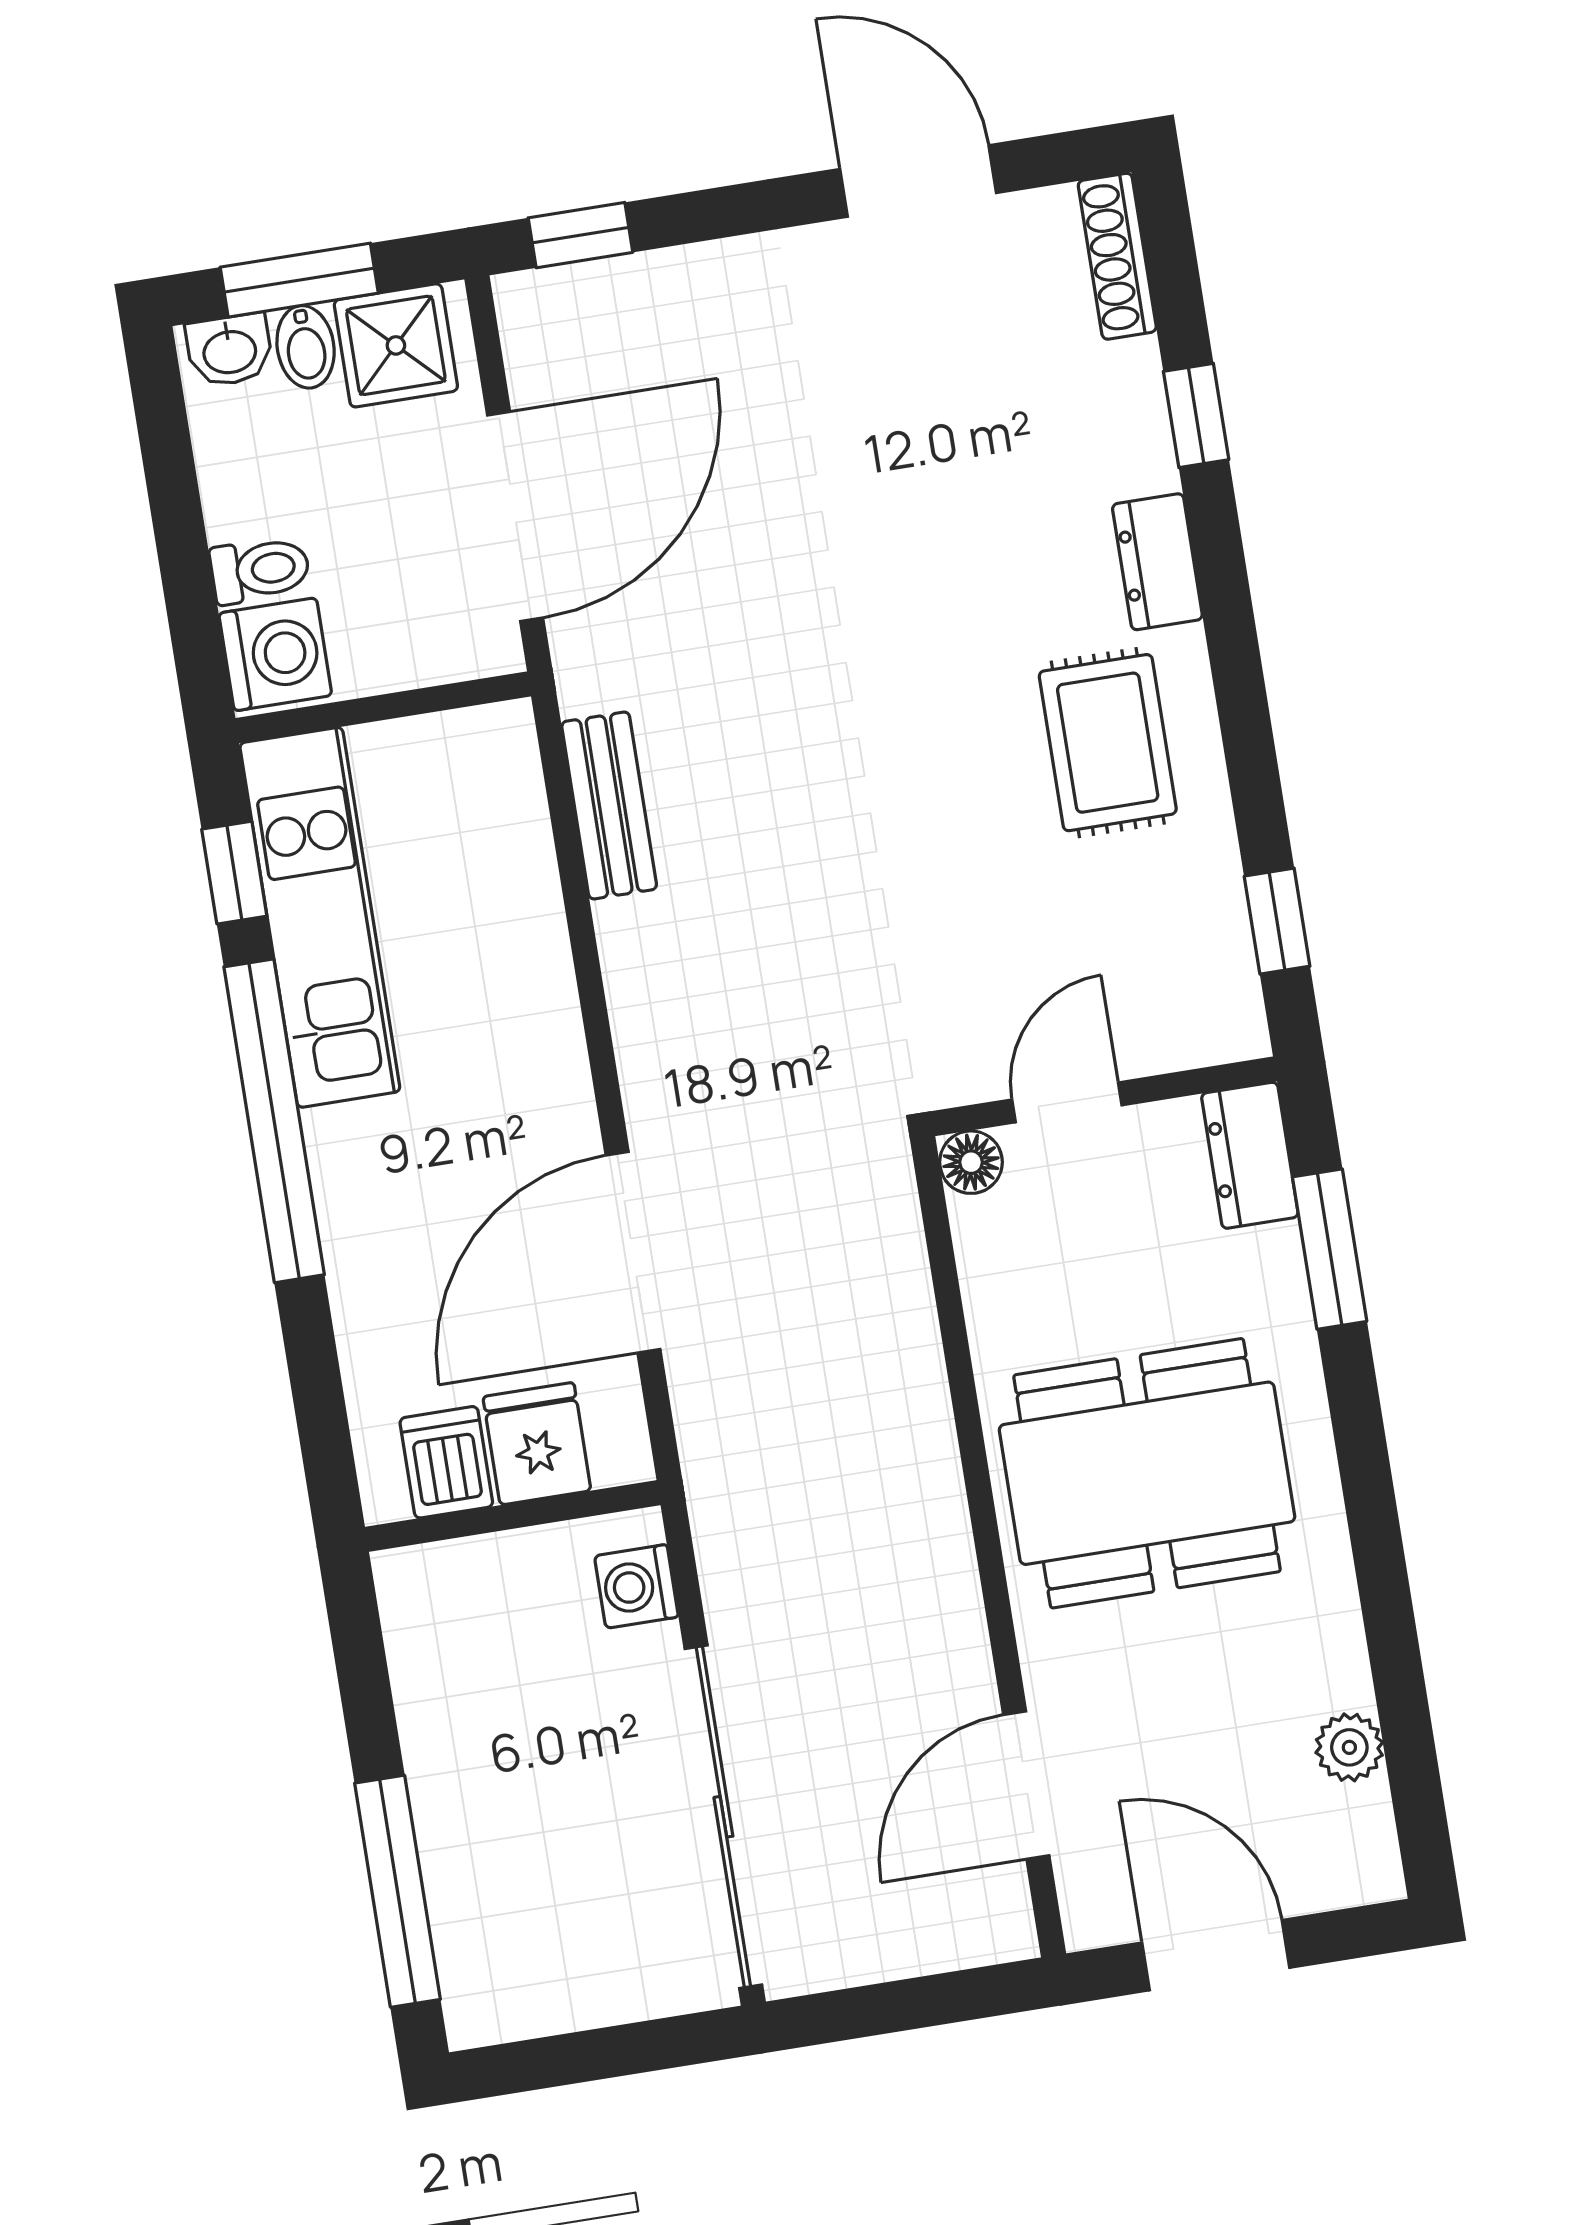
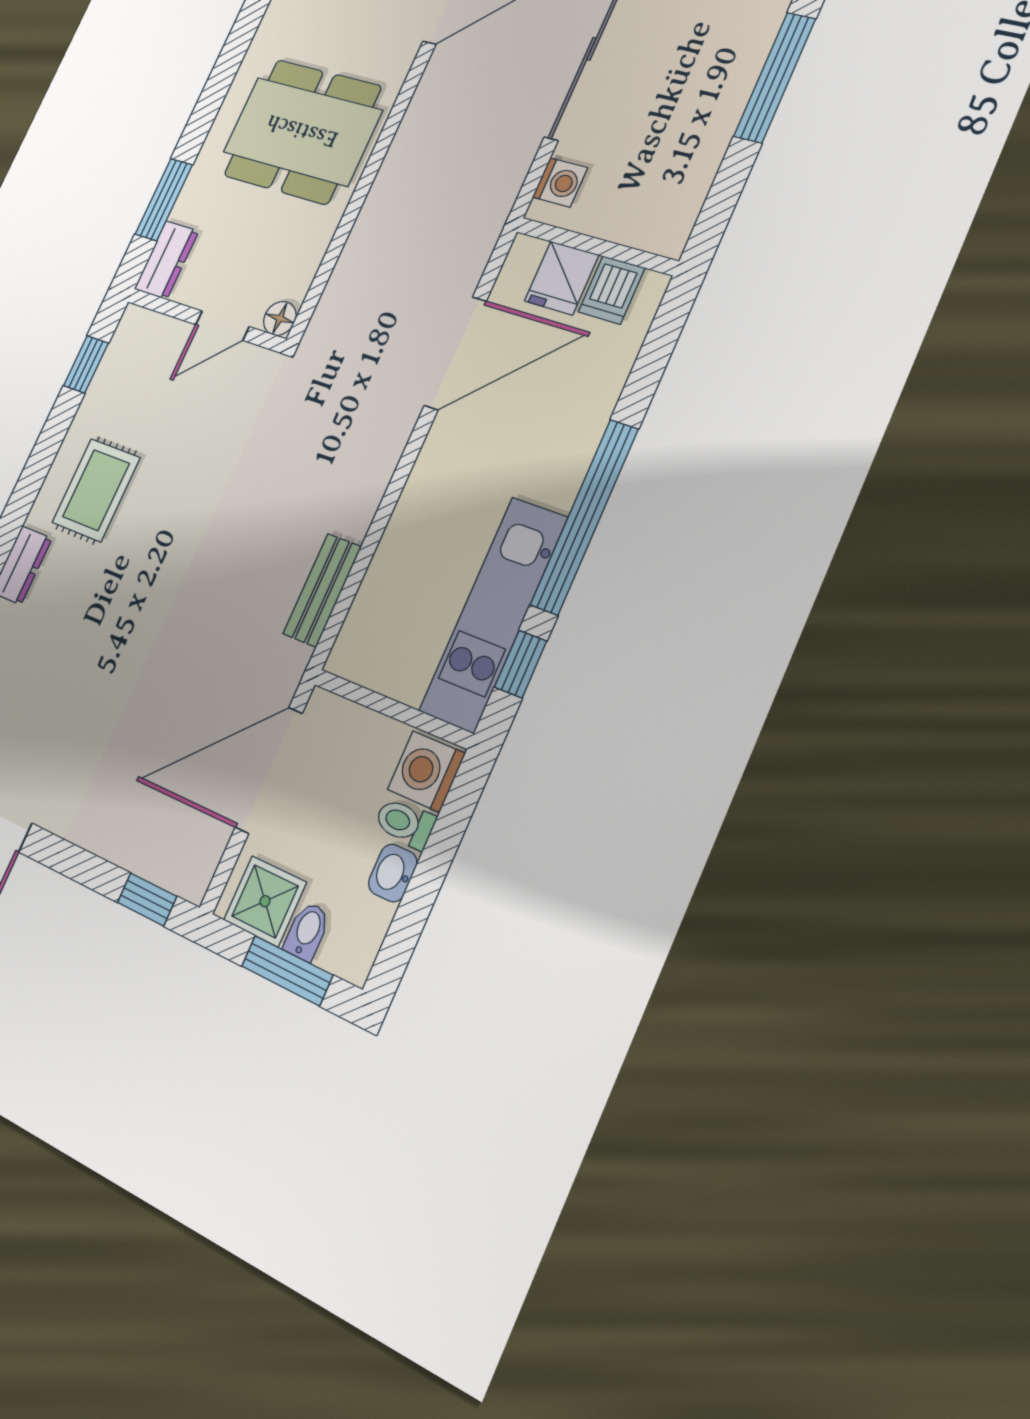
washbasin: (230, 350) -> (393, 873), moved, turned -90

